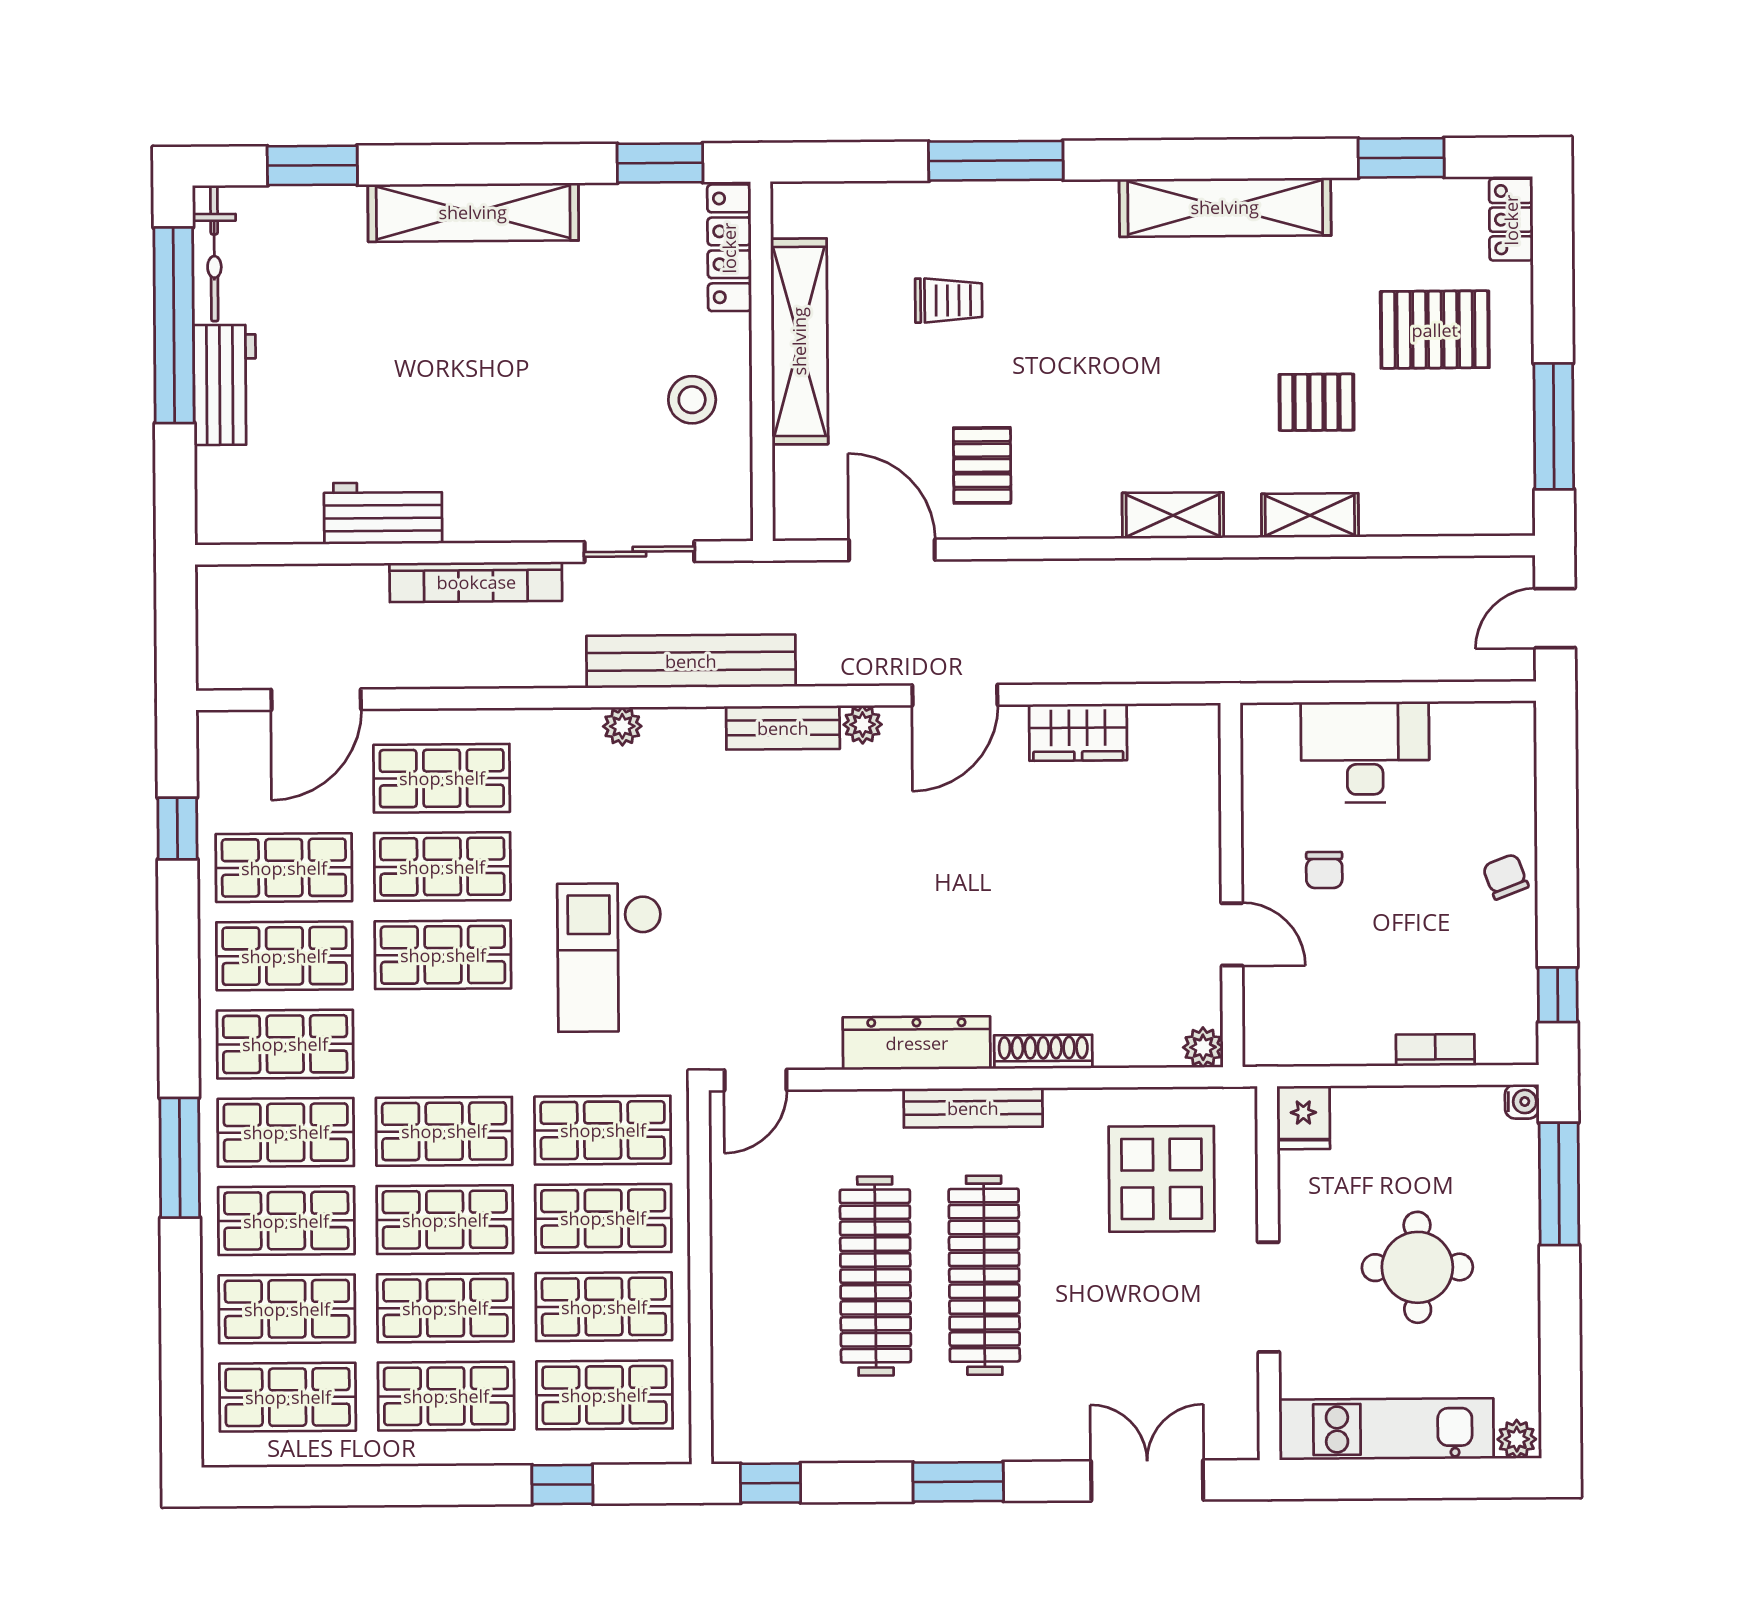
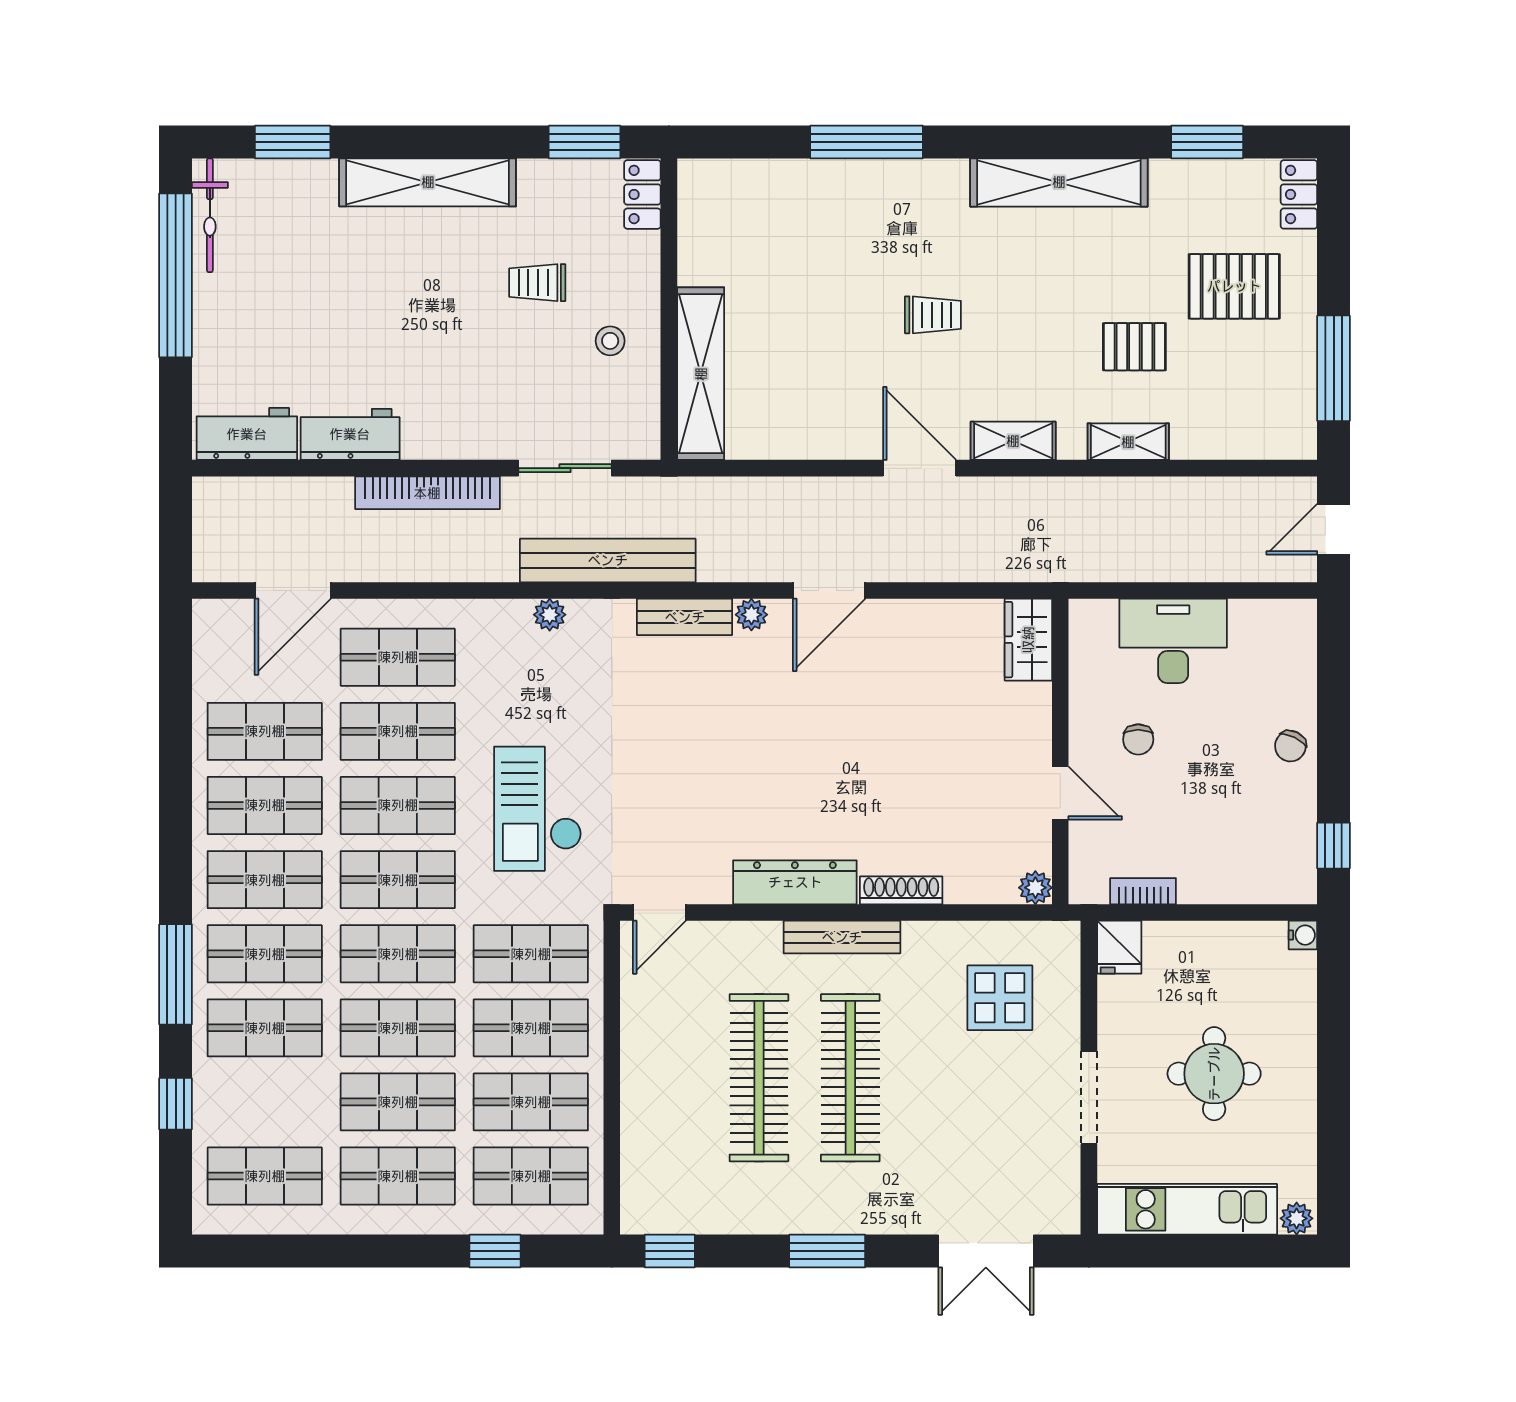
locker: (729, 248) -> (642, 194), width x0.66
trolley: (949, 300) -> (933, 315), moved
trolley: (605, 331) -> (537, 283), added
shelving: (799, 341) -> (701, 374), moved
workbench: (225, 385) -> (247, 434), moved, turned -90
stool: (692, 400) -> (610, 341), width x0.73, depth x0.73
pallet: (982, 465) -> (853, 398), removed
door: (892, 550) -> (920, 468), moved
wardrobe: (1078, 732) -> (1028, 640), moved, turned 90
window: (177, 829) -> (176, 1104), moved
chair: (1506, 877) -> (1290, 746), turned -133
bookcase: (1435, 1050) -> (1143, 891), moved
display table: (1162, 1179) -> (1000, 998), width x0.73, depth x0.73
window: (1559, 1184) -> (1334, 1004), removed
shop shelf: (287, 1309) -> (398, 880), moved
double door: (1147, 1480) -> (986, 1251), swing flipped

